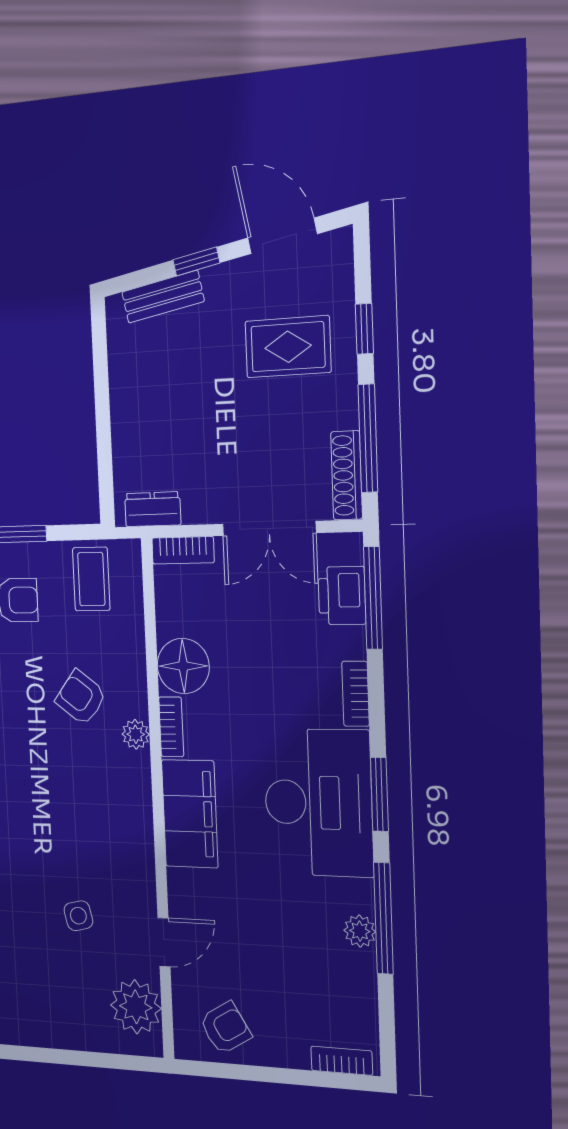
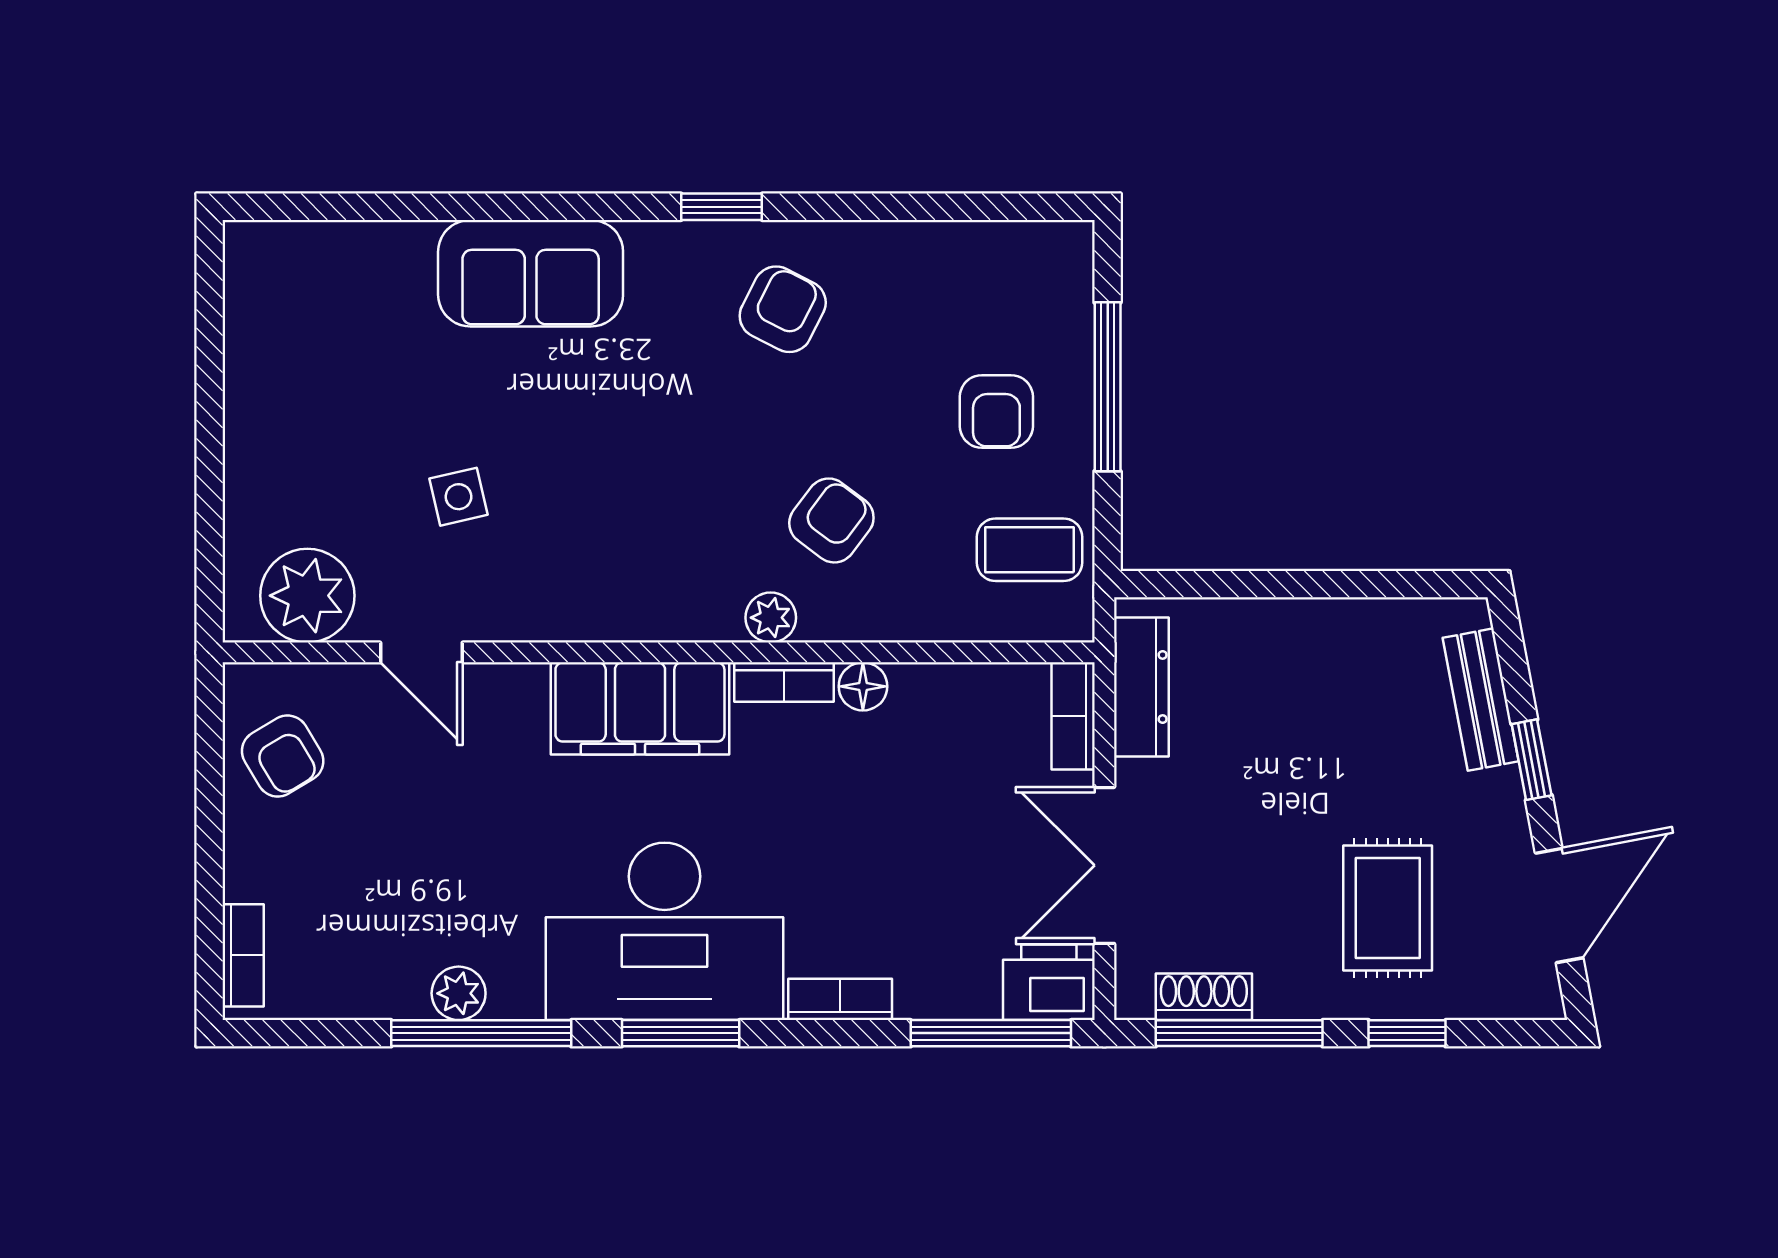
shoe rack: (347, 475) -> (1204, 997), width x0.70
dresser: (153, 509) -> (1141, 687), width x1.44
printer: (342, 596) -> (1049, 982), moved
floor lamp: (183, 666) -> (863, 686), width x0.53, depth x0.53

